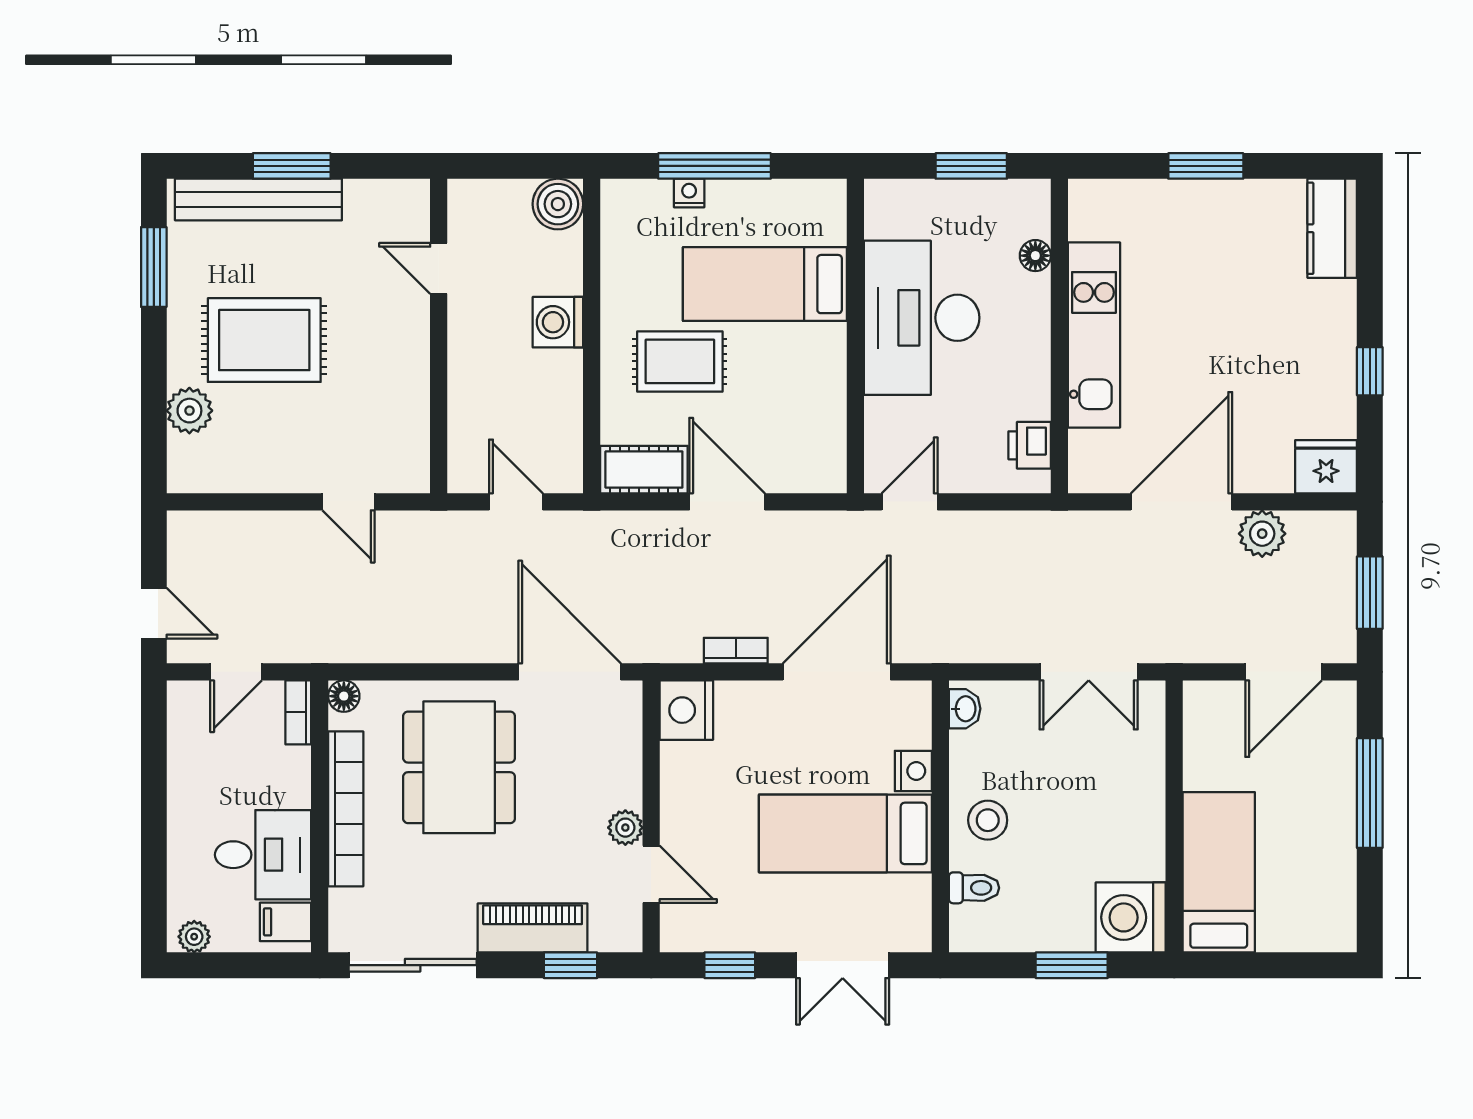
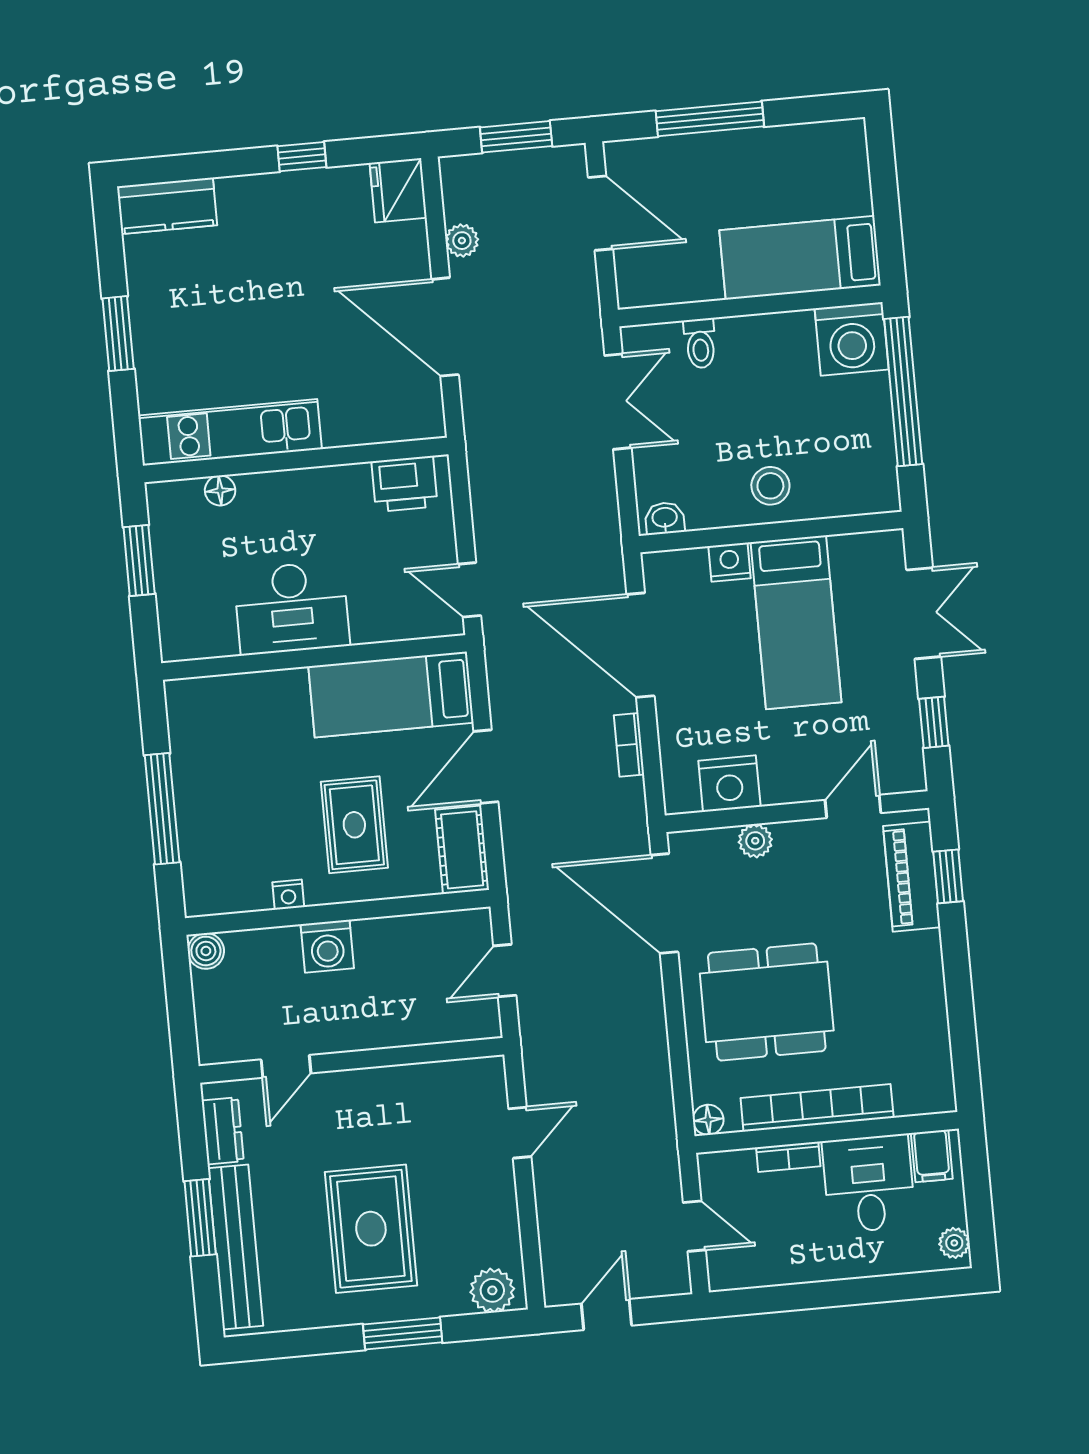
nightstand: (689, 193) -> (288, 895), moved, turned -90
dresser: (379, 197) -> (223, 1131), added
boiler: (558, 204) -> (206, 951), width x0.73, depth x0.73
window: (154, 267) -> (403, 1333), moved
bed: (765, 284) -> (391, 695), moved, turned 90
desk: (922, 318) -> (292, 608), width x0.73, depth x0.77
kitchen unit: (1094, 335) -> (230, 432), moved
plant: (189, 411) -> (492, 1290), moved
printer: (1030, 445) -> (404, 484), width x1.36, depth x1.24
plant: (1262, 534) -> (462, 241), width x0.73, depth x0.73
door: (154, 613) -> (607, 1315), moved
door: (570, 672) -> (664, 904), hinge flipped
nightstand: (686, 710) -> (729, 784), moved
bookcase: (298, 712) -> (788, 1157), moved
plant: (625, 828) -> (755, 841), moved
toilet: (974, 888) -> (700, 343), moved, turned 180
piano: (533, 928) -> (912, 877), moved
sliding door: (413, 965) -> (962, 1029), removed
window: (1072, 965) -> (903, 392), width x2.11

